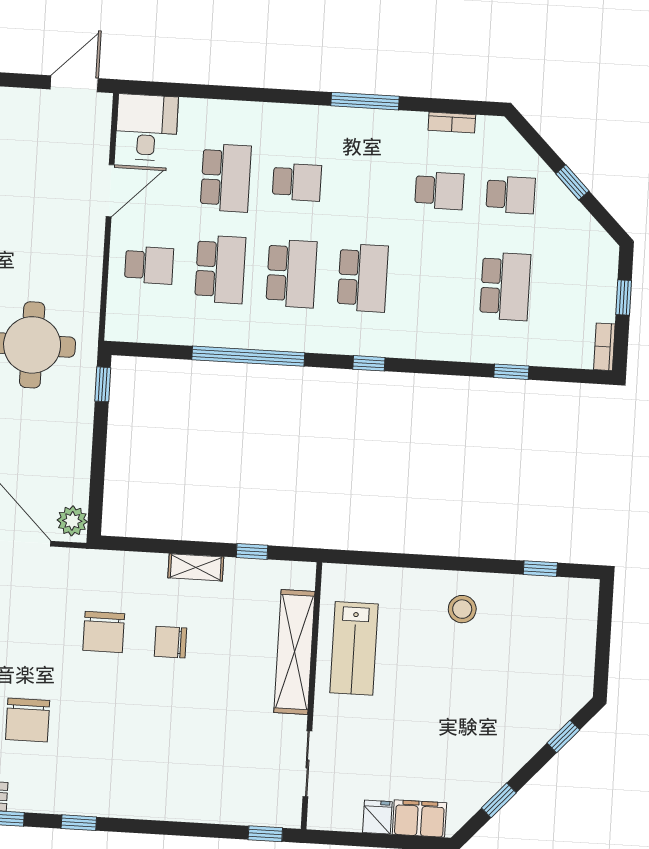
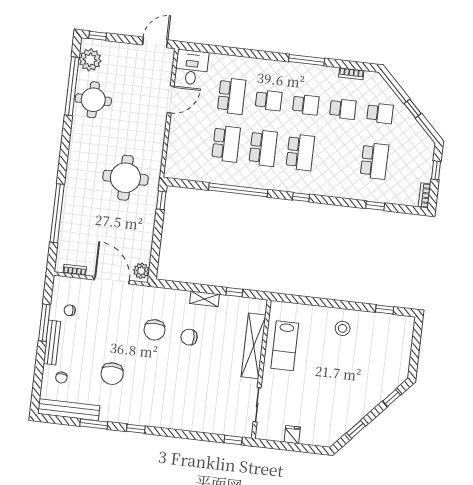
school desk: (149, 265) -> (306, 105), moved
filing cabinet: (419, 819) -> (314, 437), removed

